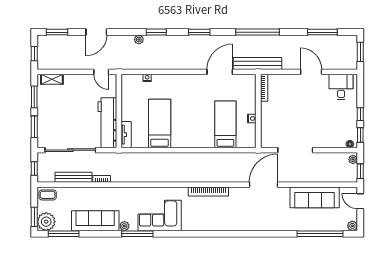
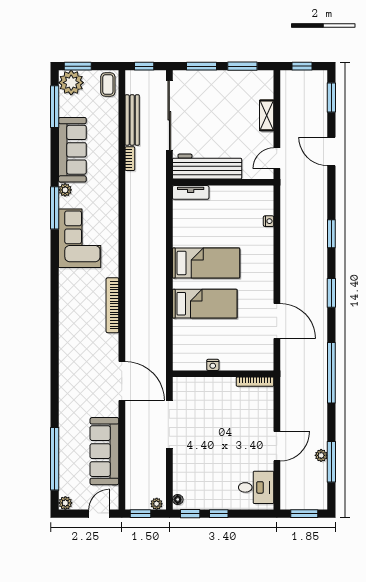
plant: (139, 40) -> (321, 455), moved
bench: (258, 63) -> (288, 373), removed
shelving: (52, 79) -> (267, 115), moved
bed: (160, 123) -> (206, 263), moved
bed: (225, 124) -> (205, 304), moved

